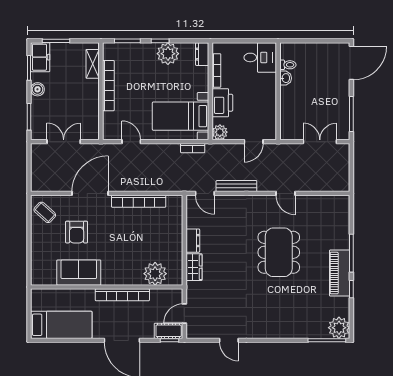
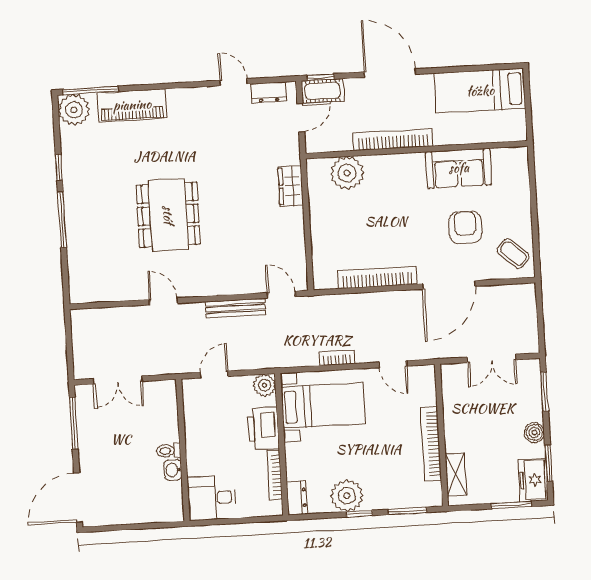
toilet: (288, 65) -> (169, 451), moved
bookcase: (193, 148) -> (337, 358), moved
dresser: (193, 241) -> (269, 92), moved, turned -90
piano: (340, 273) -> (132, 105), moved, turned 90

